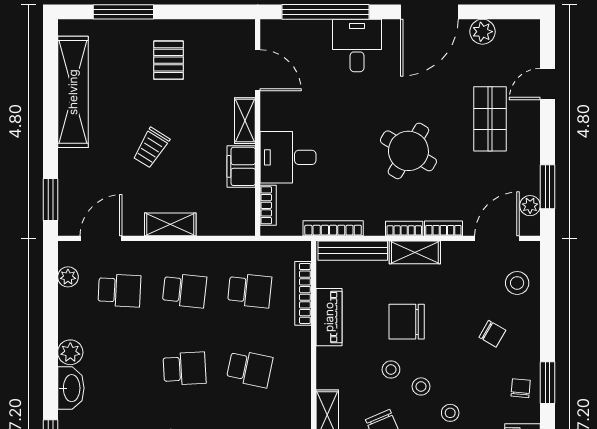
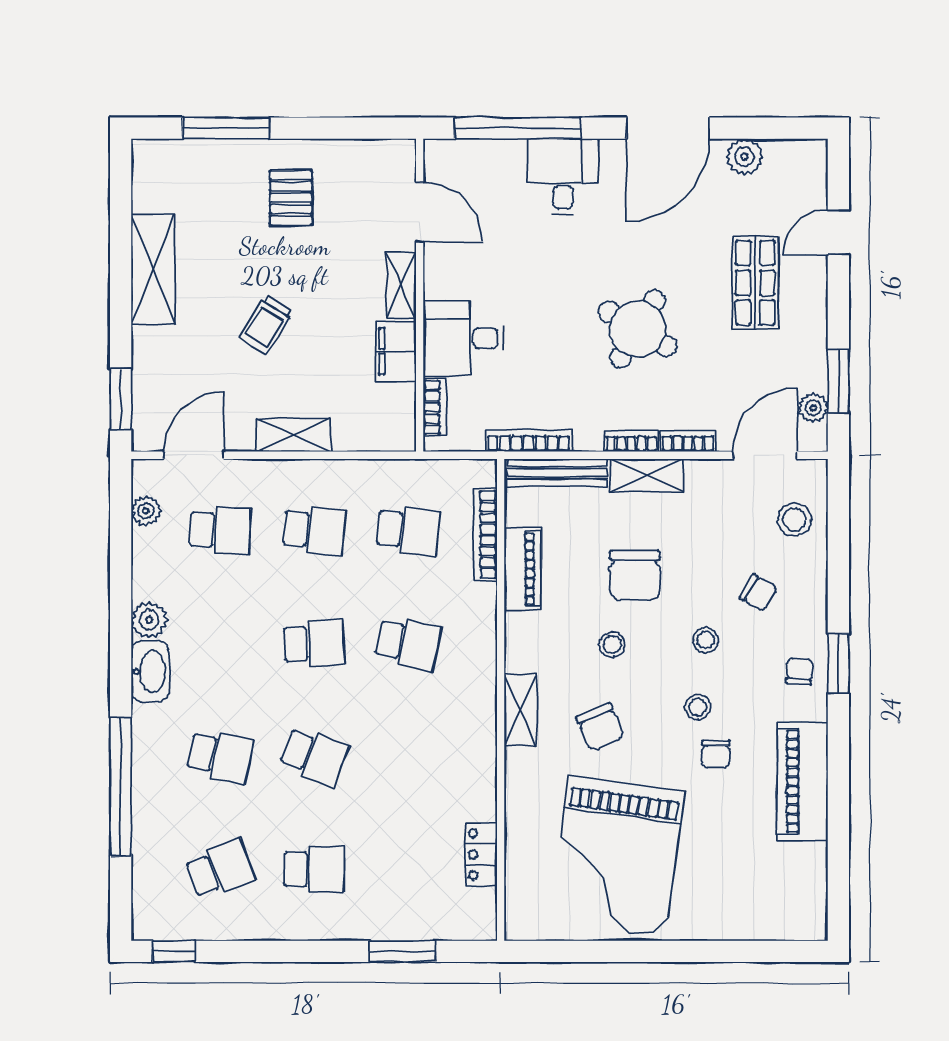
shelving: (73, 92) -> (153, 269), width x0.68
chair: (407, 322) -> (635, 575), turned -90
stool: (421, 386) -> (706, 640), moved

